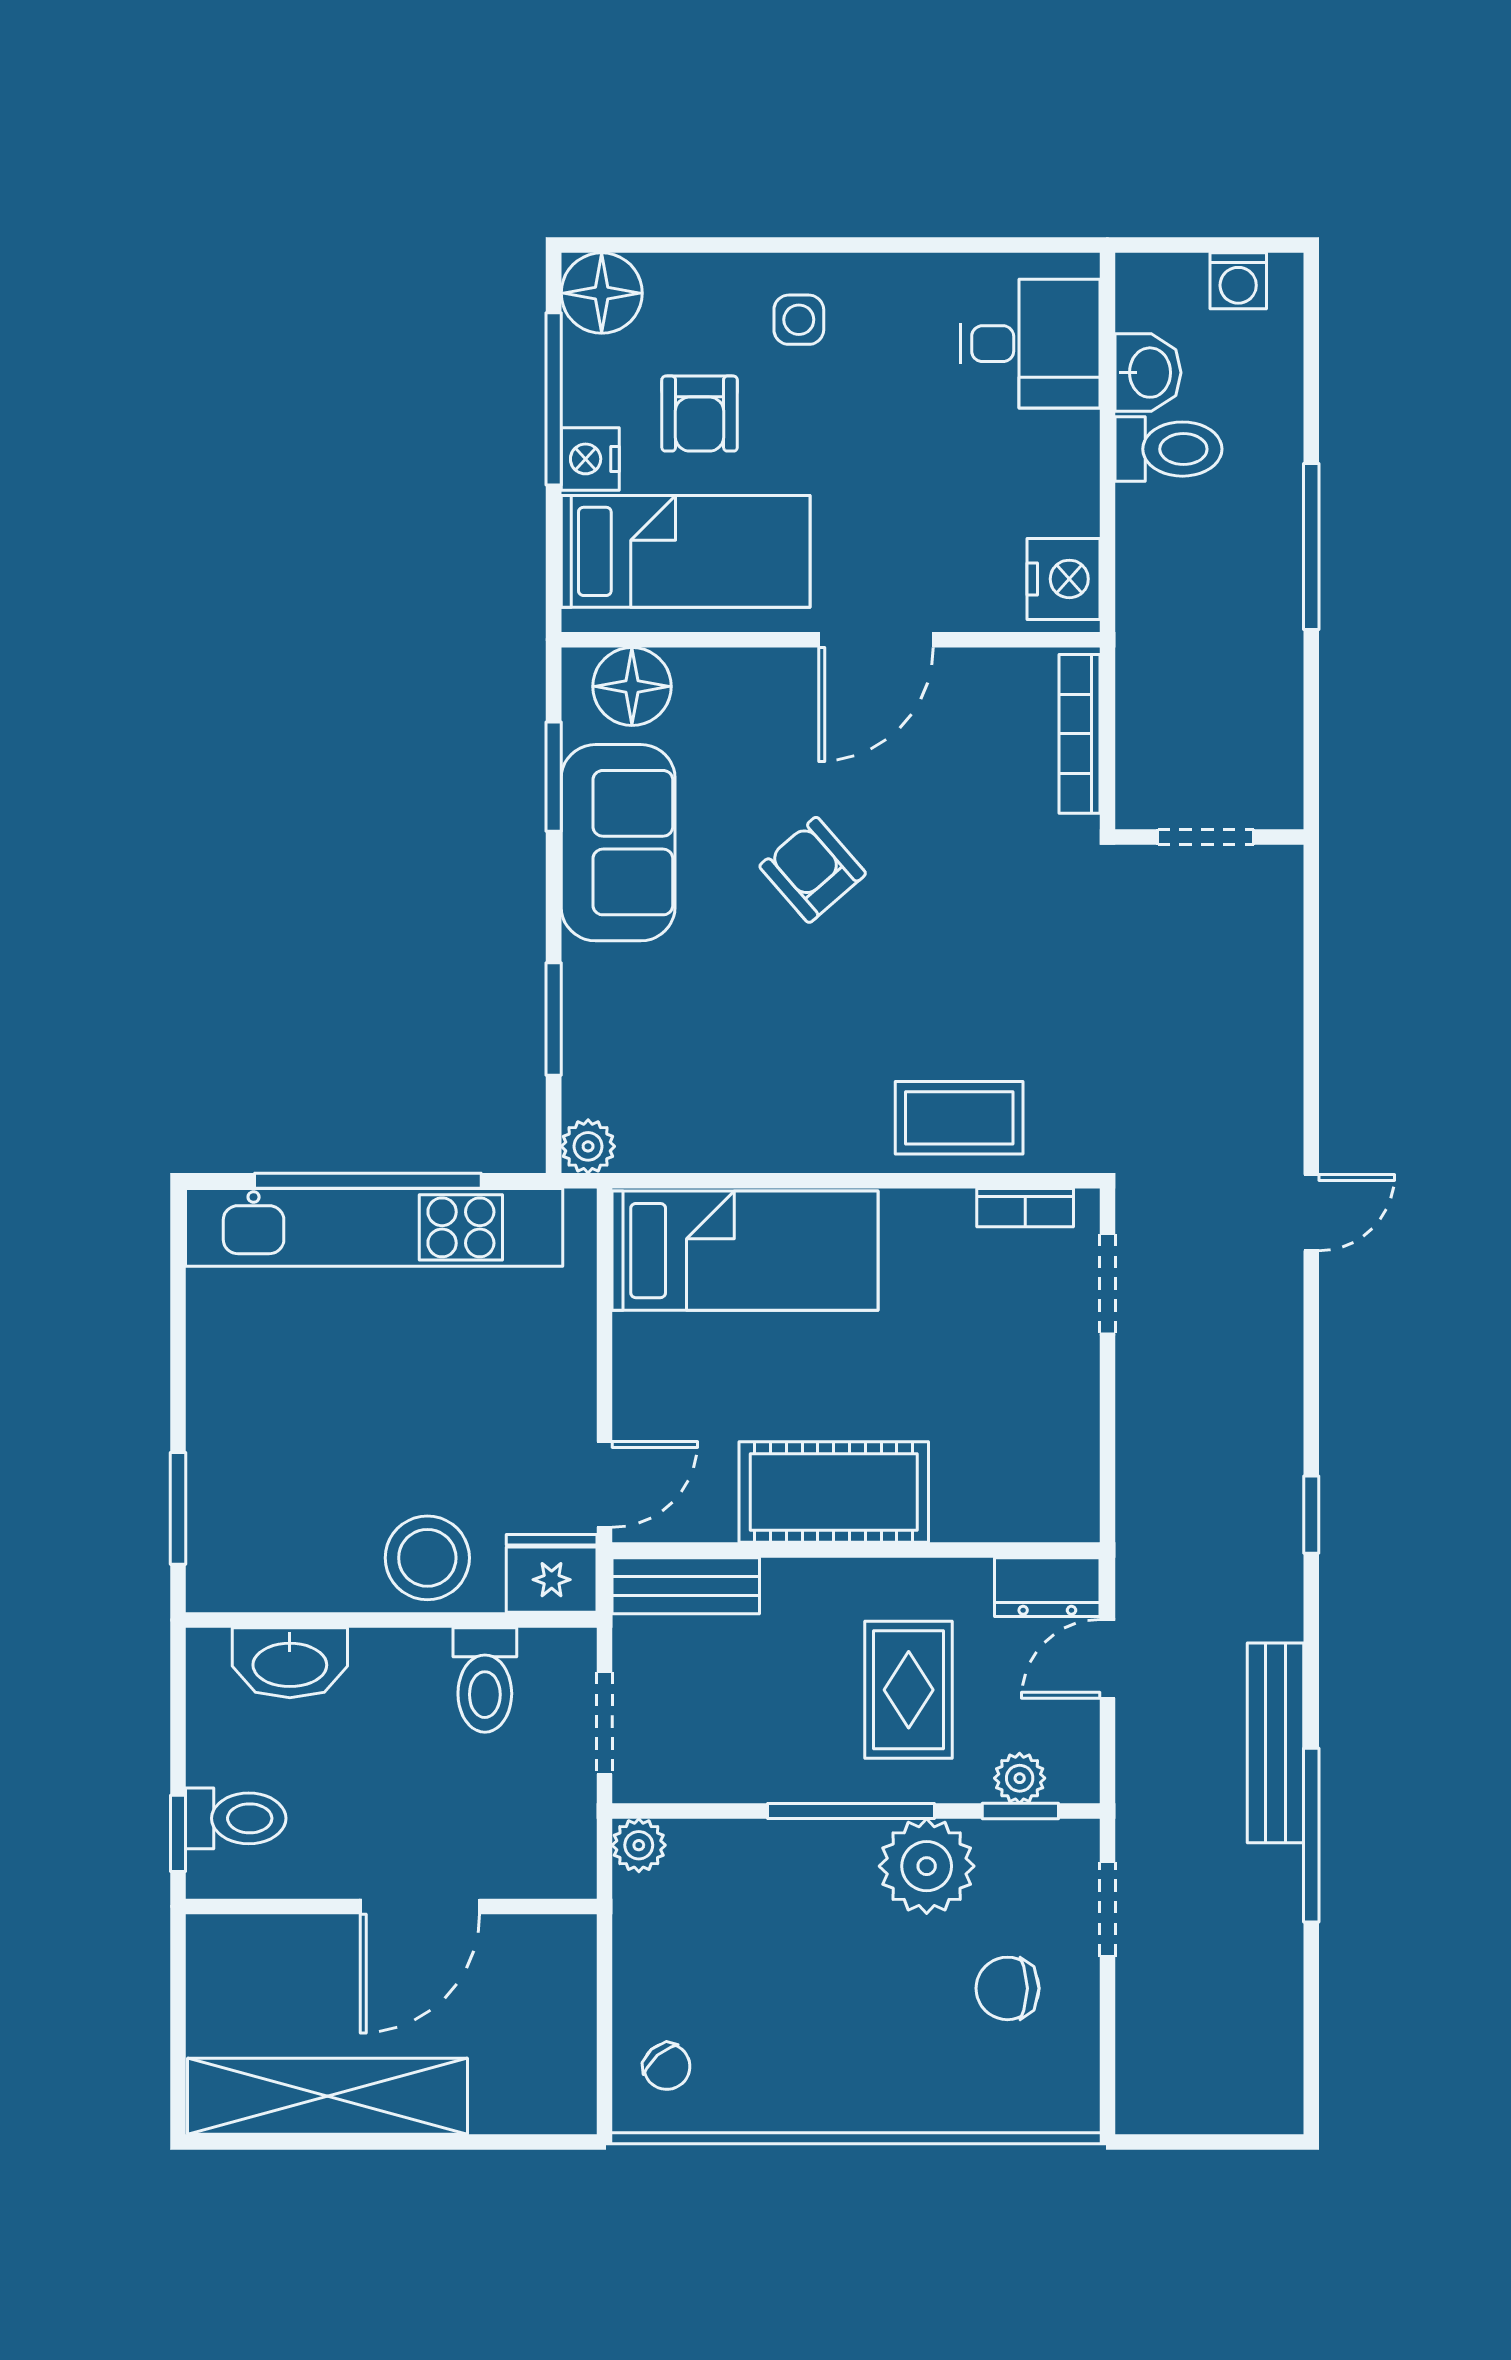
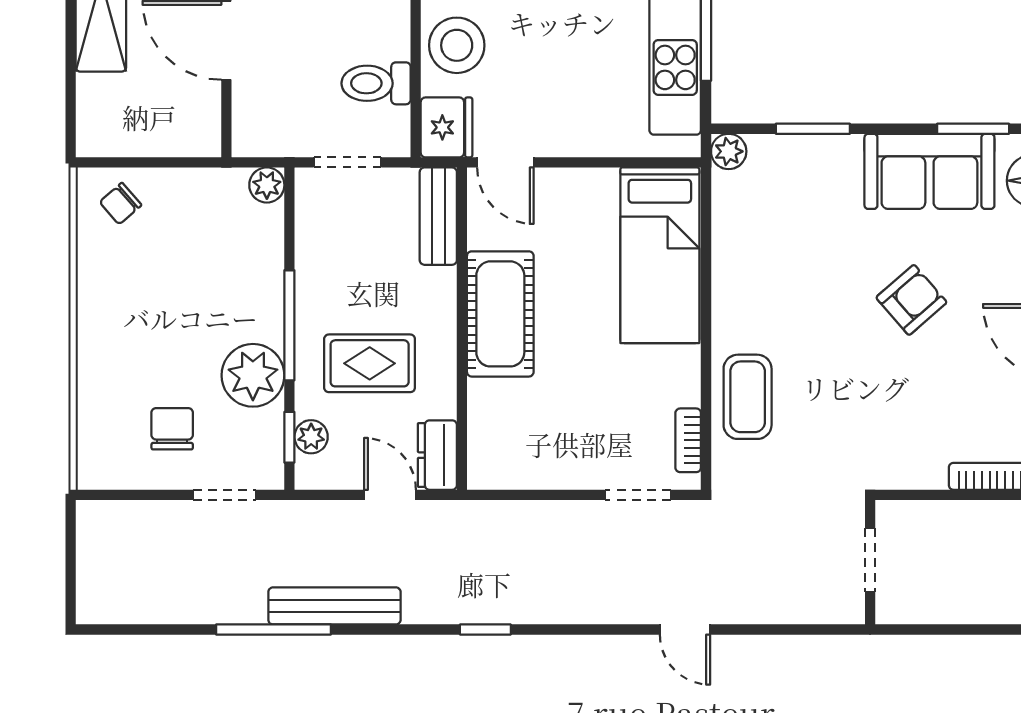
doorway: (1206, 837) -> (870, 560), moved
wall: (1209, 837) -> (870, 562), moved

